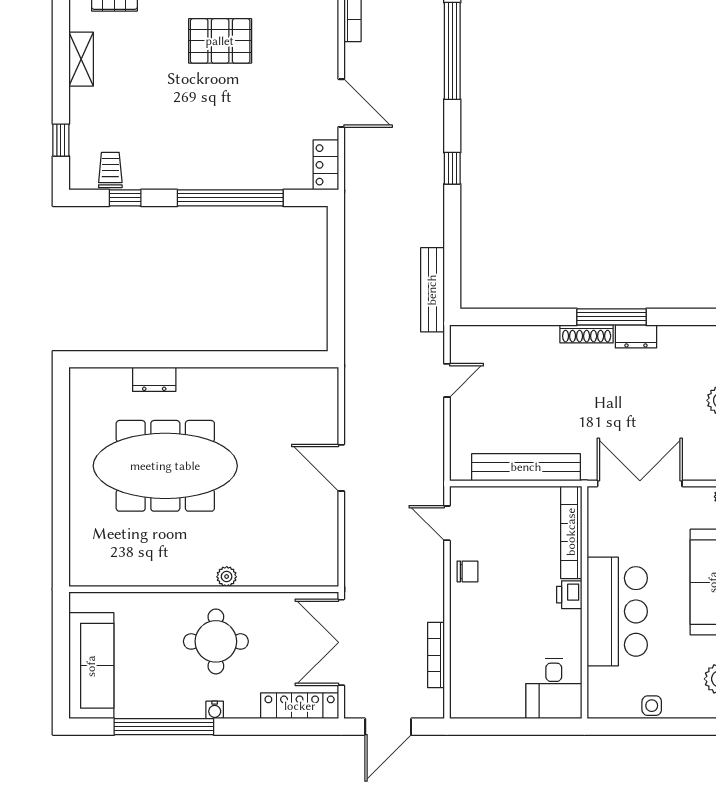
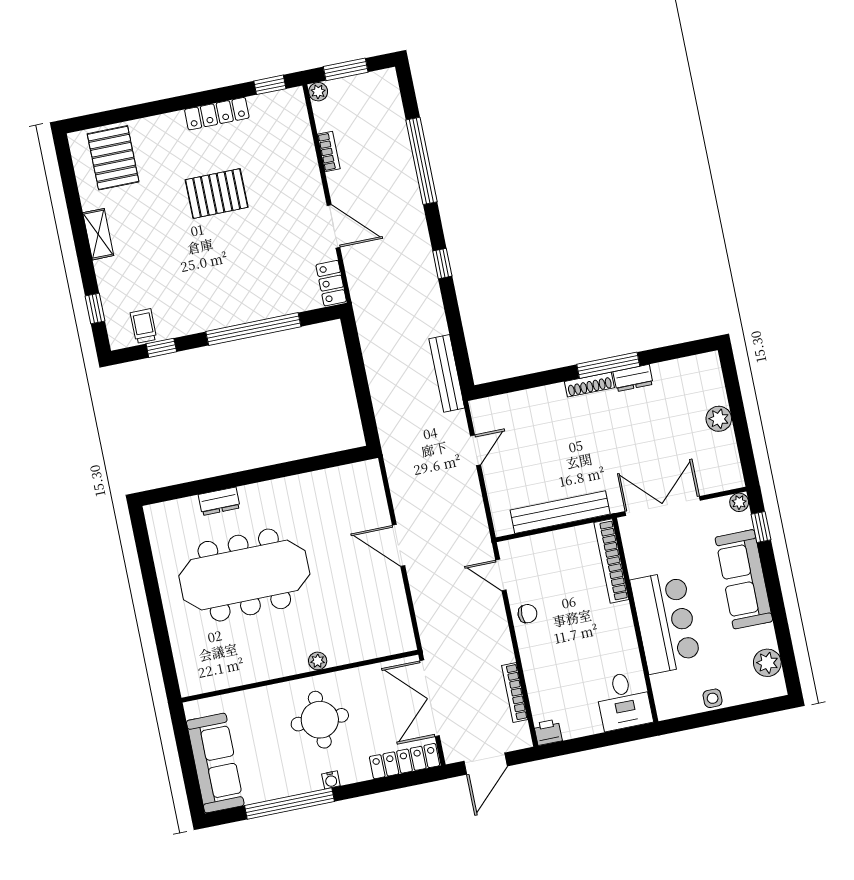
printer: (569, 595) -> (548, 732), moved, turned 90

